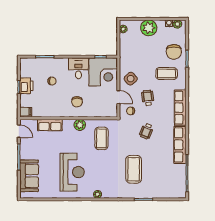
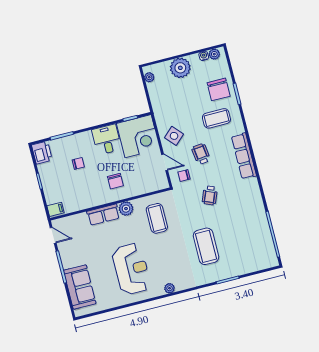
printer: (26, 86) -> (42, 153), moved
row of seats: (50, 125) -> (103, 215), moved
row of seats: (180, 145) -> (255, 202), removed

